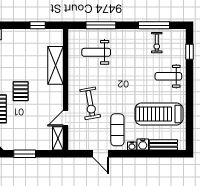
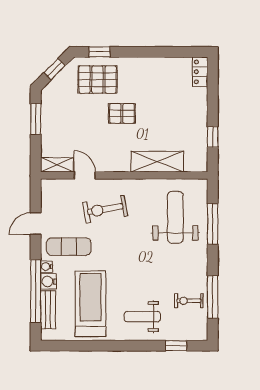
weight bench: (96, 52) -> (175, 217), width x1.36, depth x1.33
weight bench: (168, 76) -> (142, 317), turned -90
window: (150, 154) -> (36, 291), added

